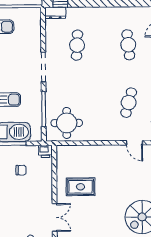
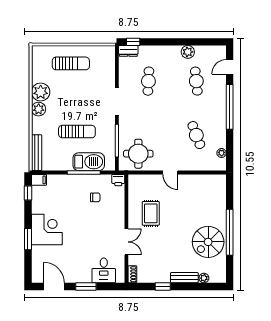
plant: (119, 14) -> (188, 52), added
cafe table: (129, 103) -> (196, 135), turned -36
door: (135, 143) -> (170, 173), moved
rug: (81, 187) -> (151, 213), turned 90

